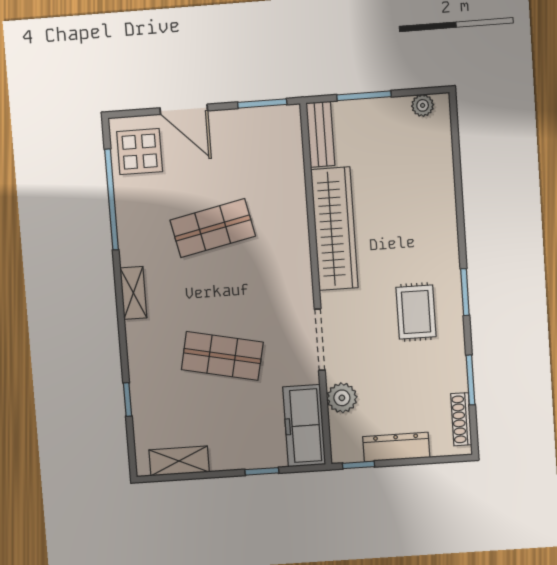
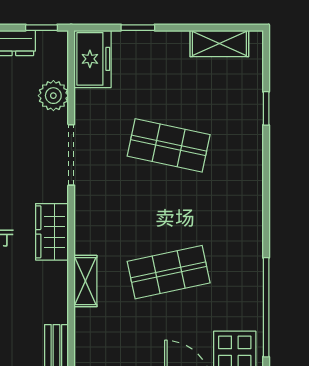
wardrobe: (334, 229) -> (52, 232), width x0.48, depth x0.85
shelving: (133, 293) -> (85, 281), moved
freezer: (304, 426) -> (93, 59), width x0.71

